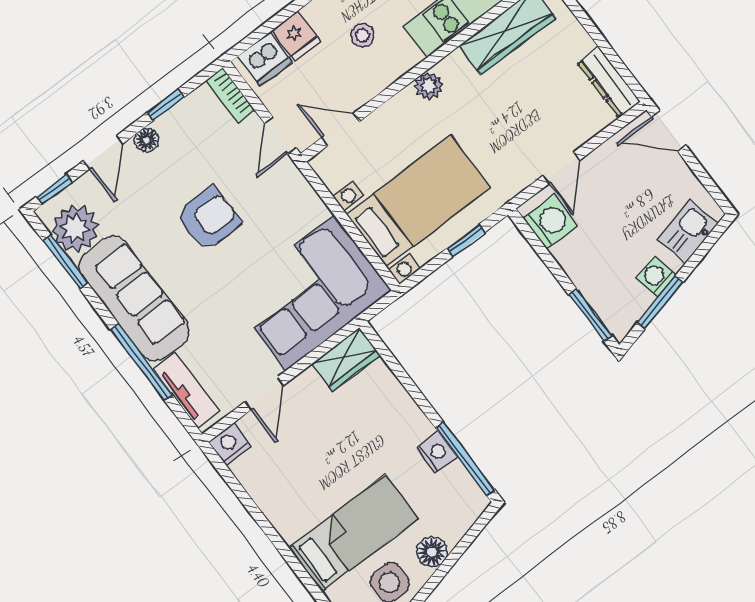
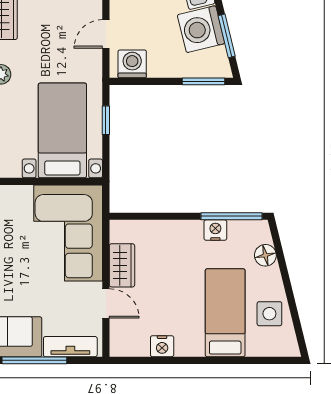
door: (561, 168) -> (106, 34), swing flipped
washing machine: (656, 277) -> (201, 29), width x1.89, depth x1.89
wardrobe: (346, 359) -> (122, 265), moved
nightstand: (230, 444) -> (162, 346), moved, turned -90
floor lamp: (432, 552) -> (265, 255), moved

